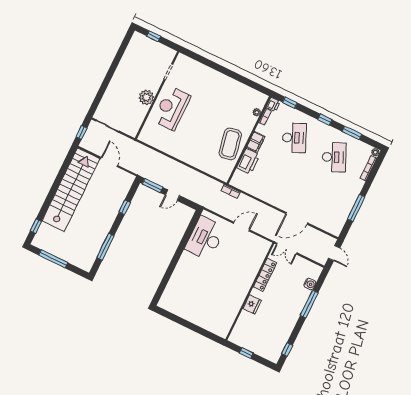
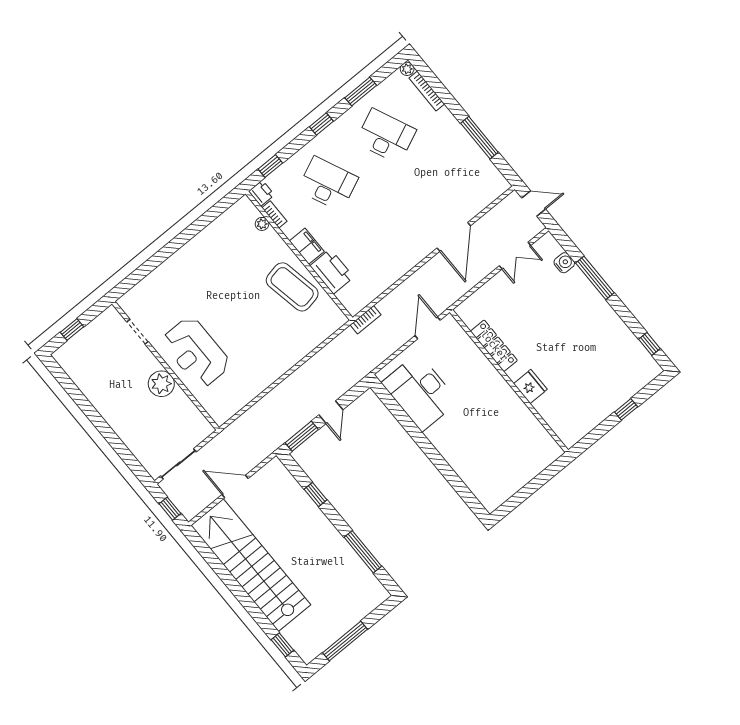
double door: (287, 249) -> (515, 256), moved
locker: (265, 275) -> (494, 346), moved
wall: (250, 292) -> (509, 381), moved
fridge: (252, 304) -> (530, 387), moved

